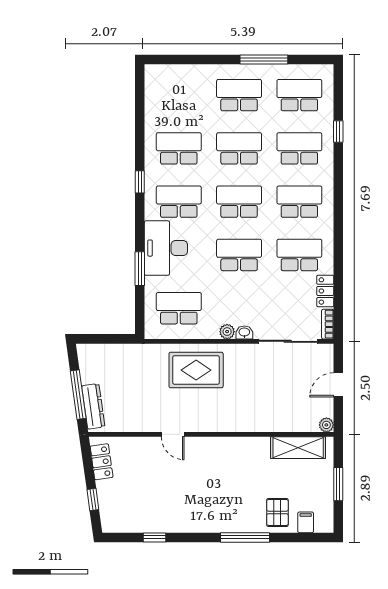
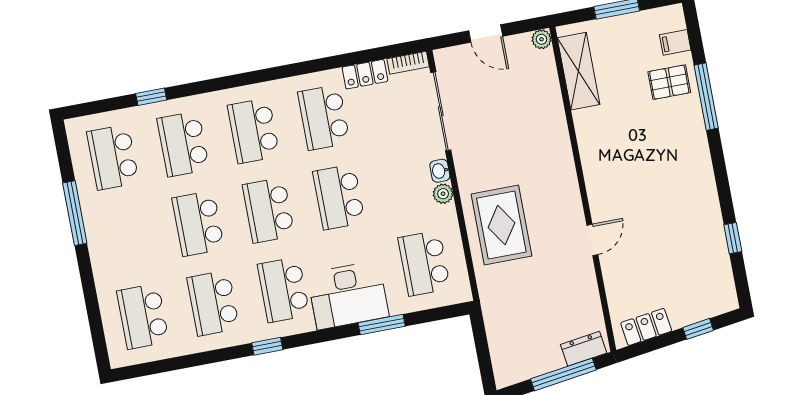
school desk: (239, 95) -> (143, 316), moved
dresser: (93, 406) -> (584, 349), width x0.70
window: (245, 537) -> (706, 97), moved

